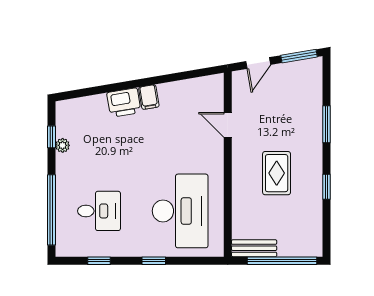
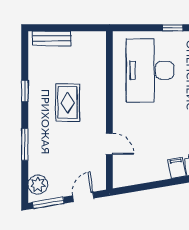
plant: (311, 78) -> (38, 185), added
bench: (254, 248) -> (52, 38), moved
window: (282, 261) -> (63, 28), removed

